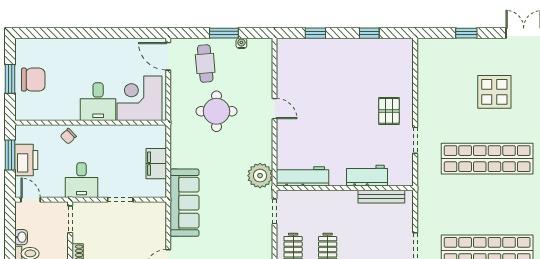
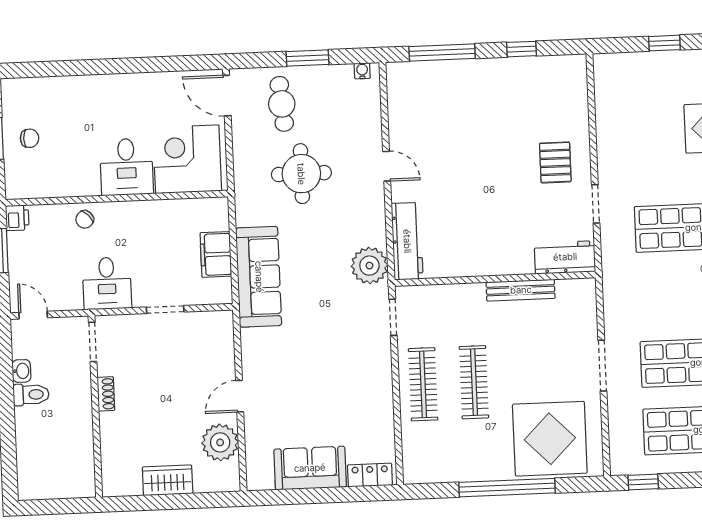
window: (315, 33) -> (442, 52), width x2.17
water cooler: (241, 43) -> (362, 71), moved
chair: (33, 80) -> (30, 138), width x0.54, depth x0.54
printer: (26, 160) -> (17, 218), moved, width x0.53, depth x0.68
workbench: (303, 176) -> (407, 241), moved, turned 90
workbench: (367, 176) -> (565, 257), moved
bench: (381, 197) -> (521, 290), moved
sofa: (185, 203) -> (259, 277), moved

